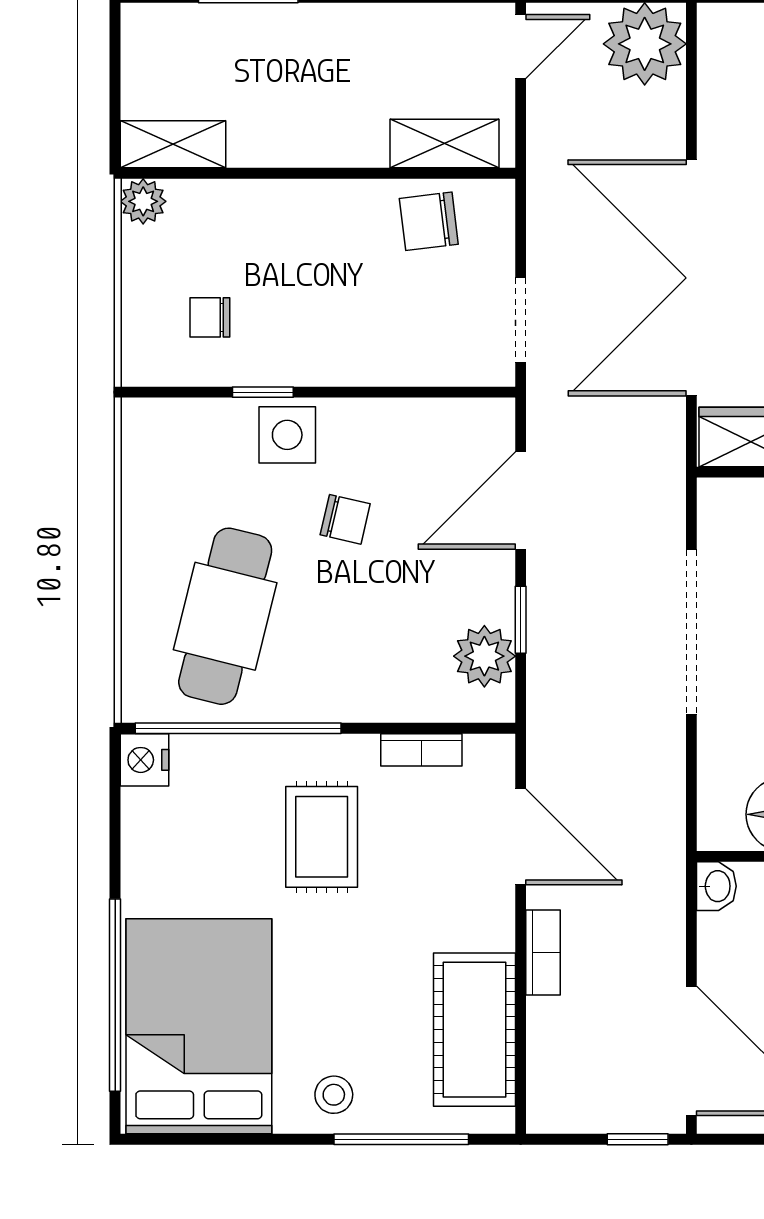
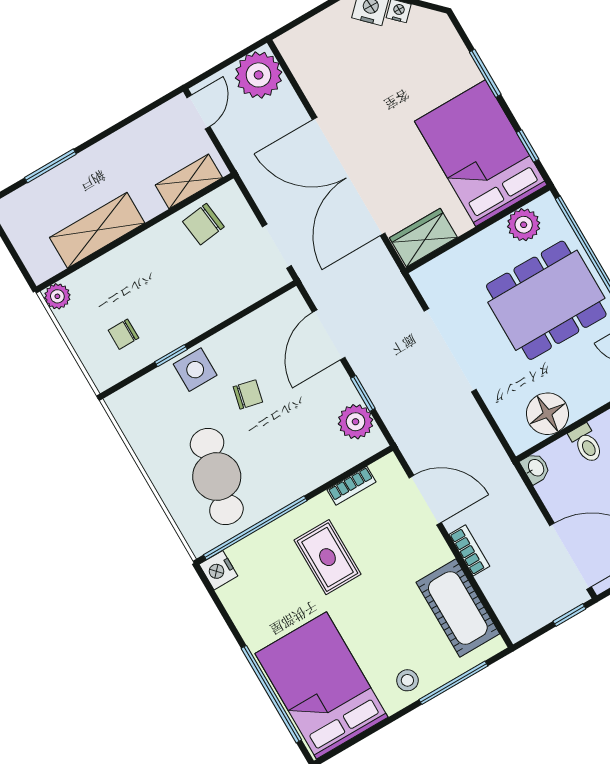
shelving: (173, 144) -> (97, 230), moved, width x1.50, depth x1.33

